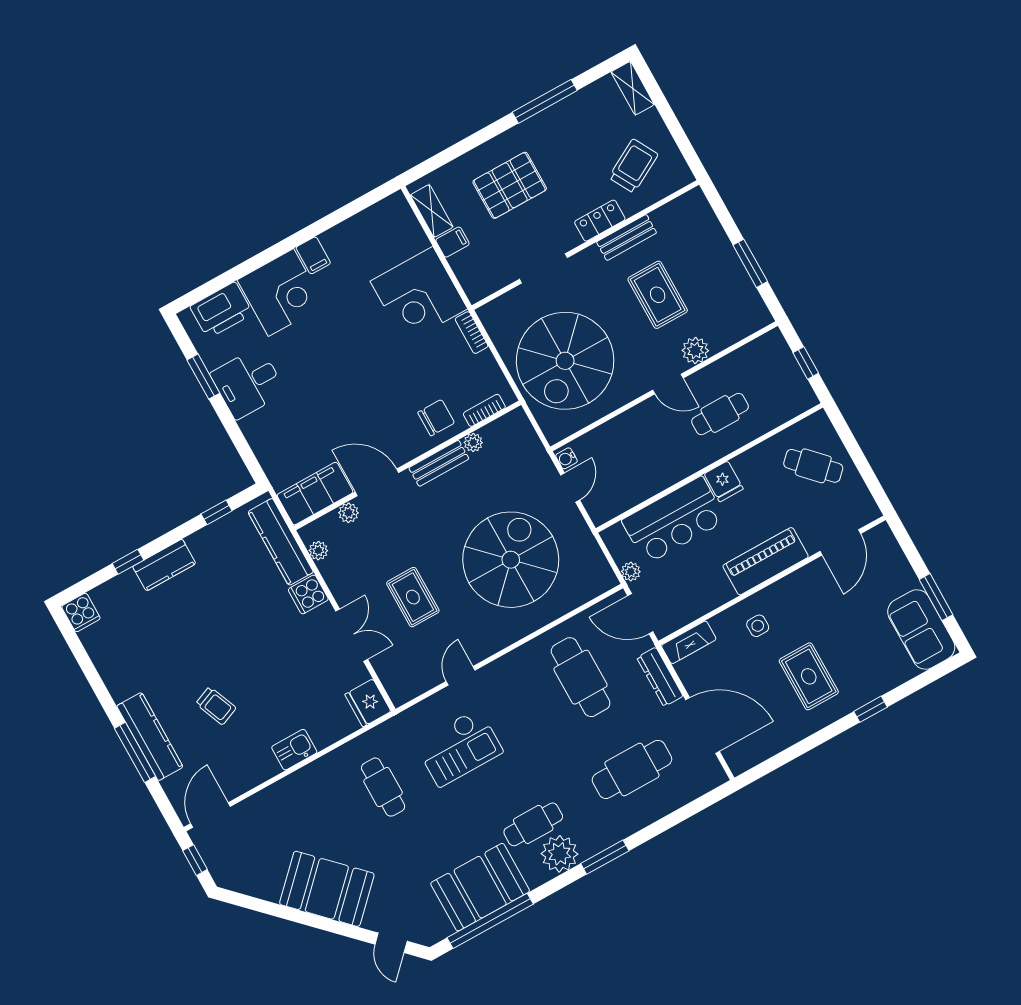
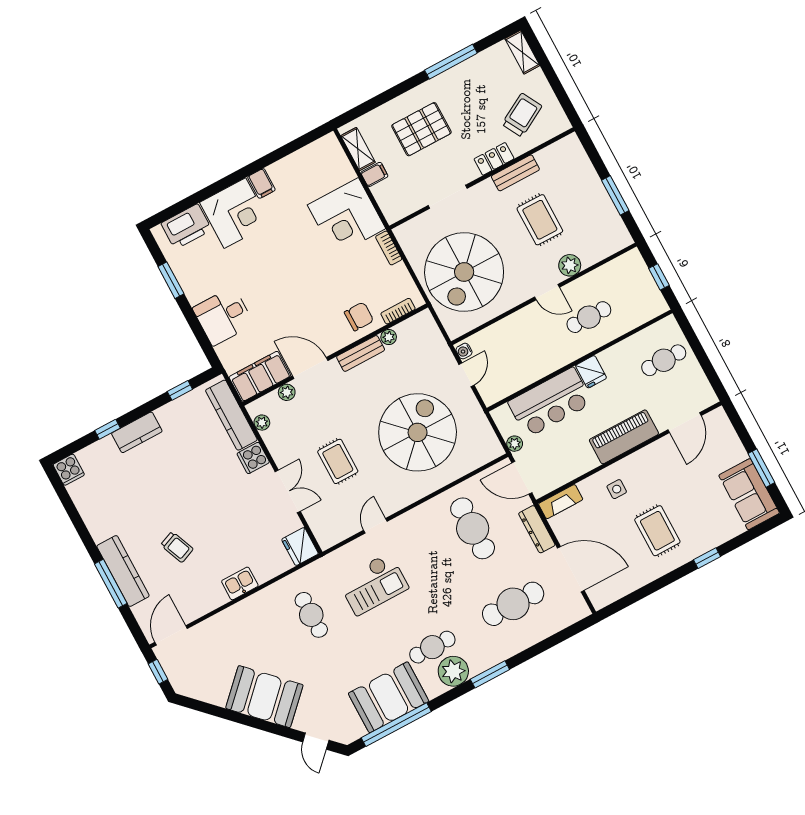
desk: (248, 383) -> (223, 316), moved
cafe table: (813, 466) -> (664, 360), turned -46

